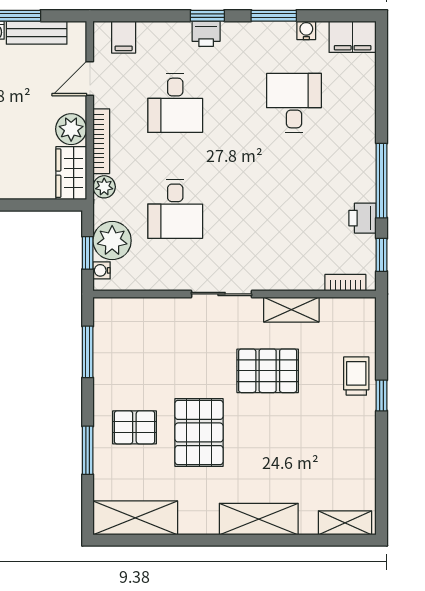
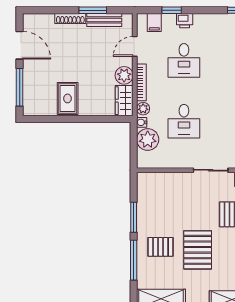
window: (207, 16) -> (172, 10), moved
printer: (206, 34) -> (185, 21), moved
window: (88, 253) -> (134, 147), removed
water cooler: (102, 270) -> (142, 122), moved
window: (88, 352) -> (134, 217), moved
window: (88, 450) -> (134, 260), width x1.44

